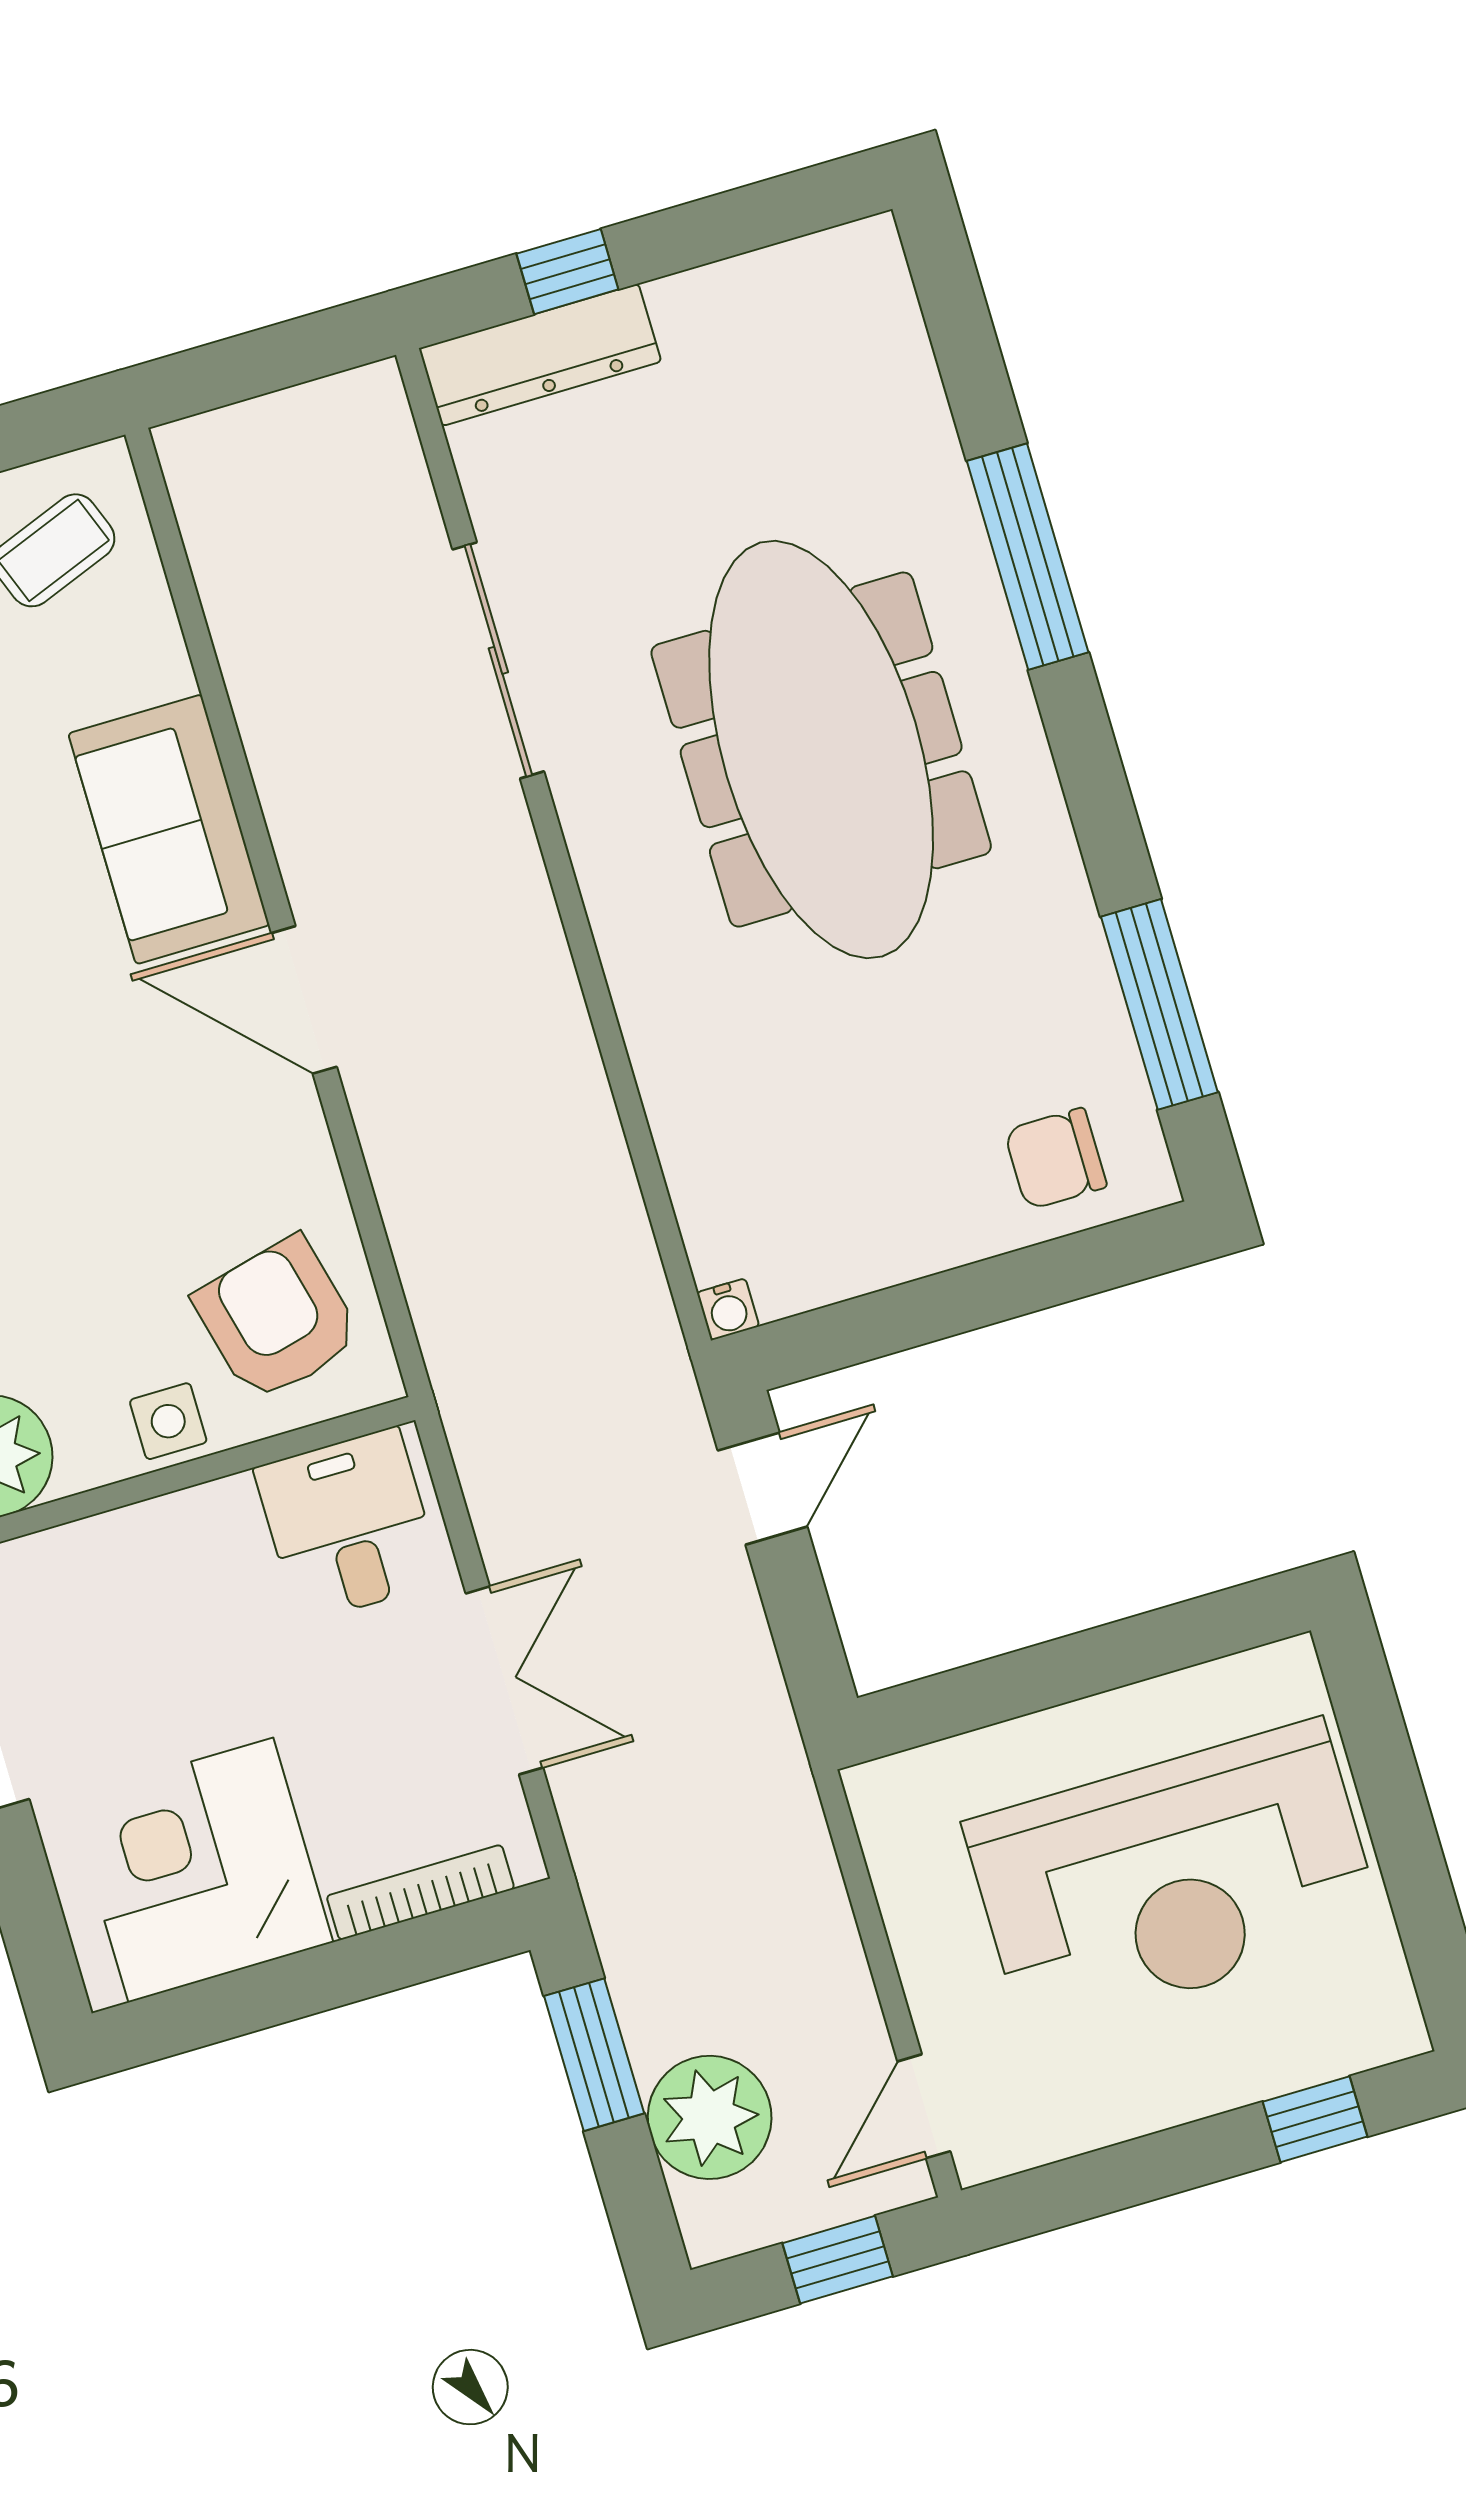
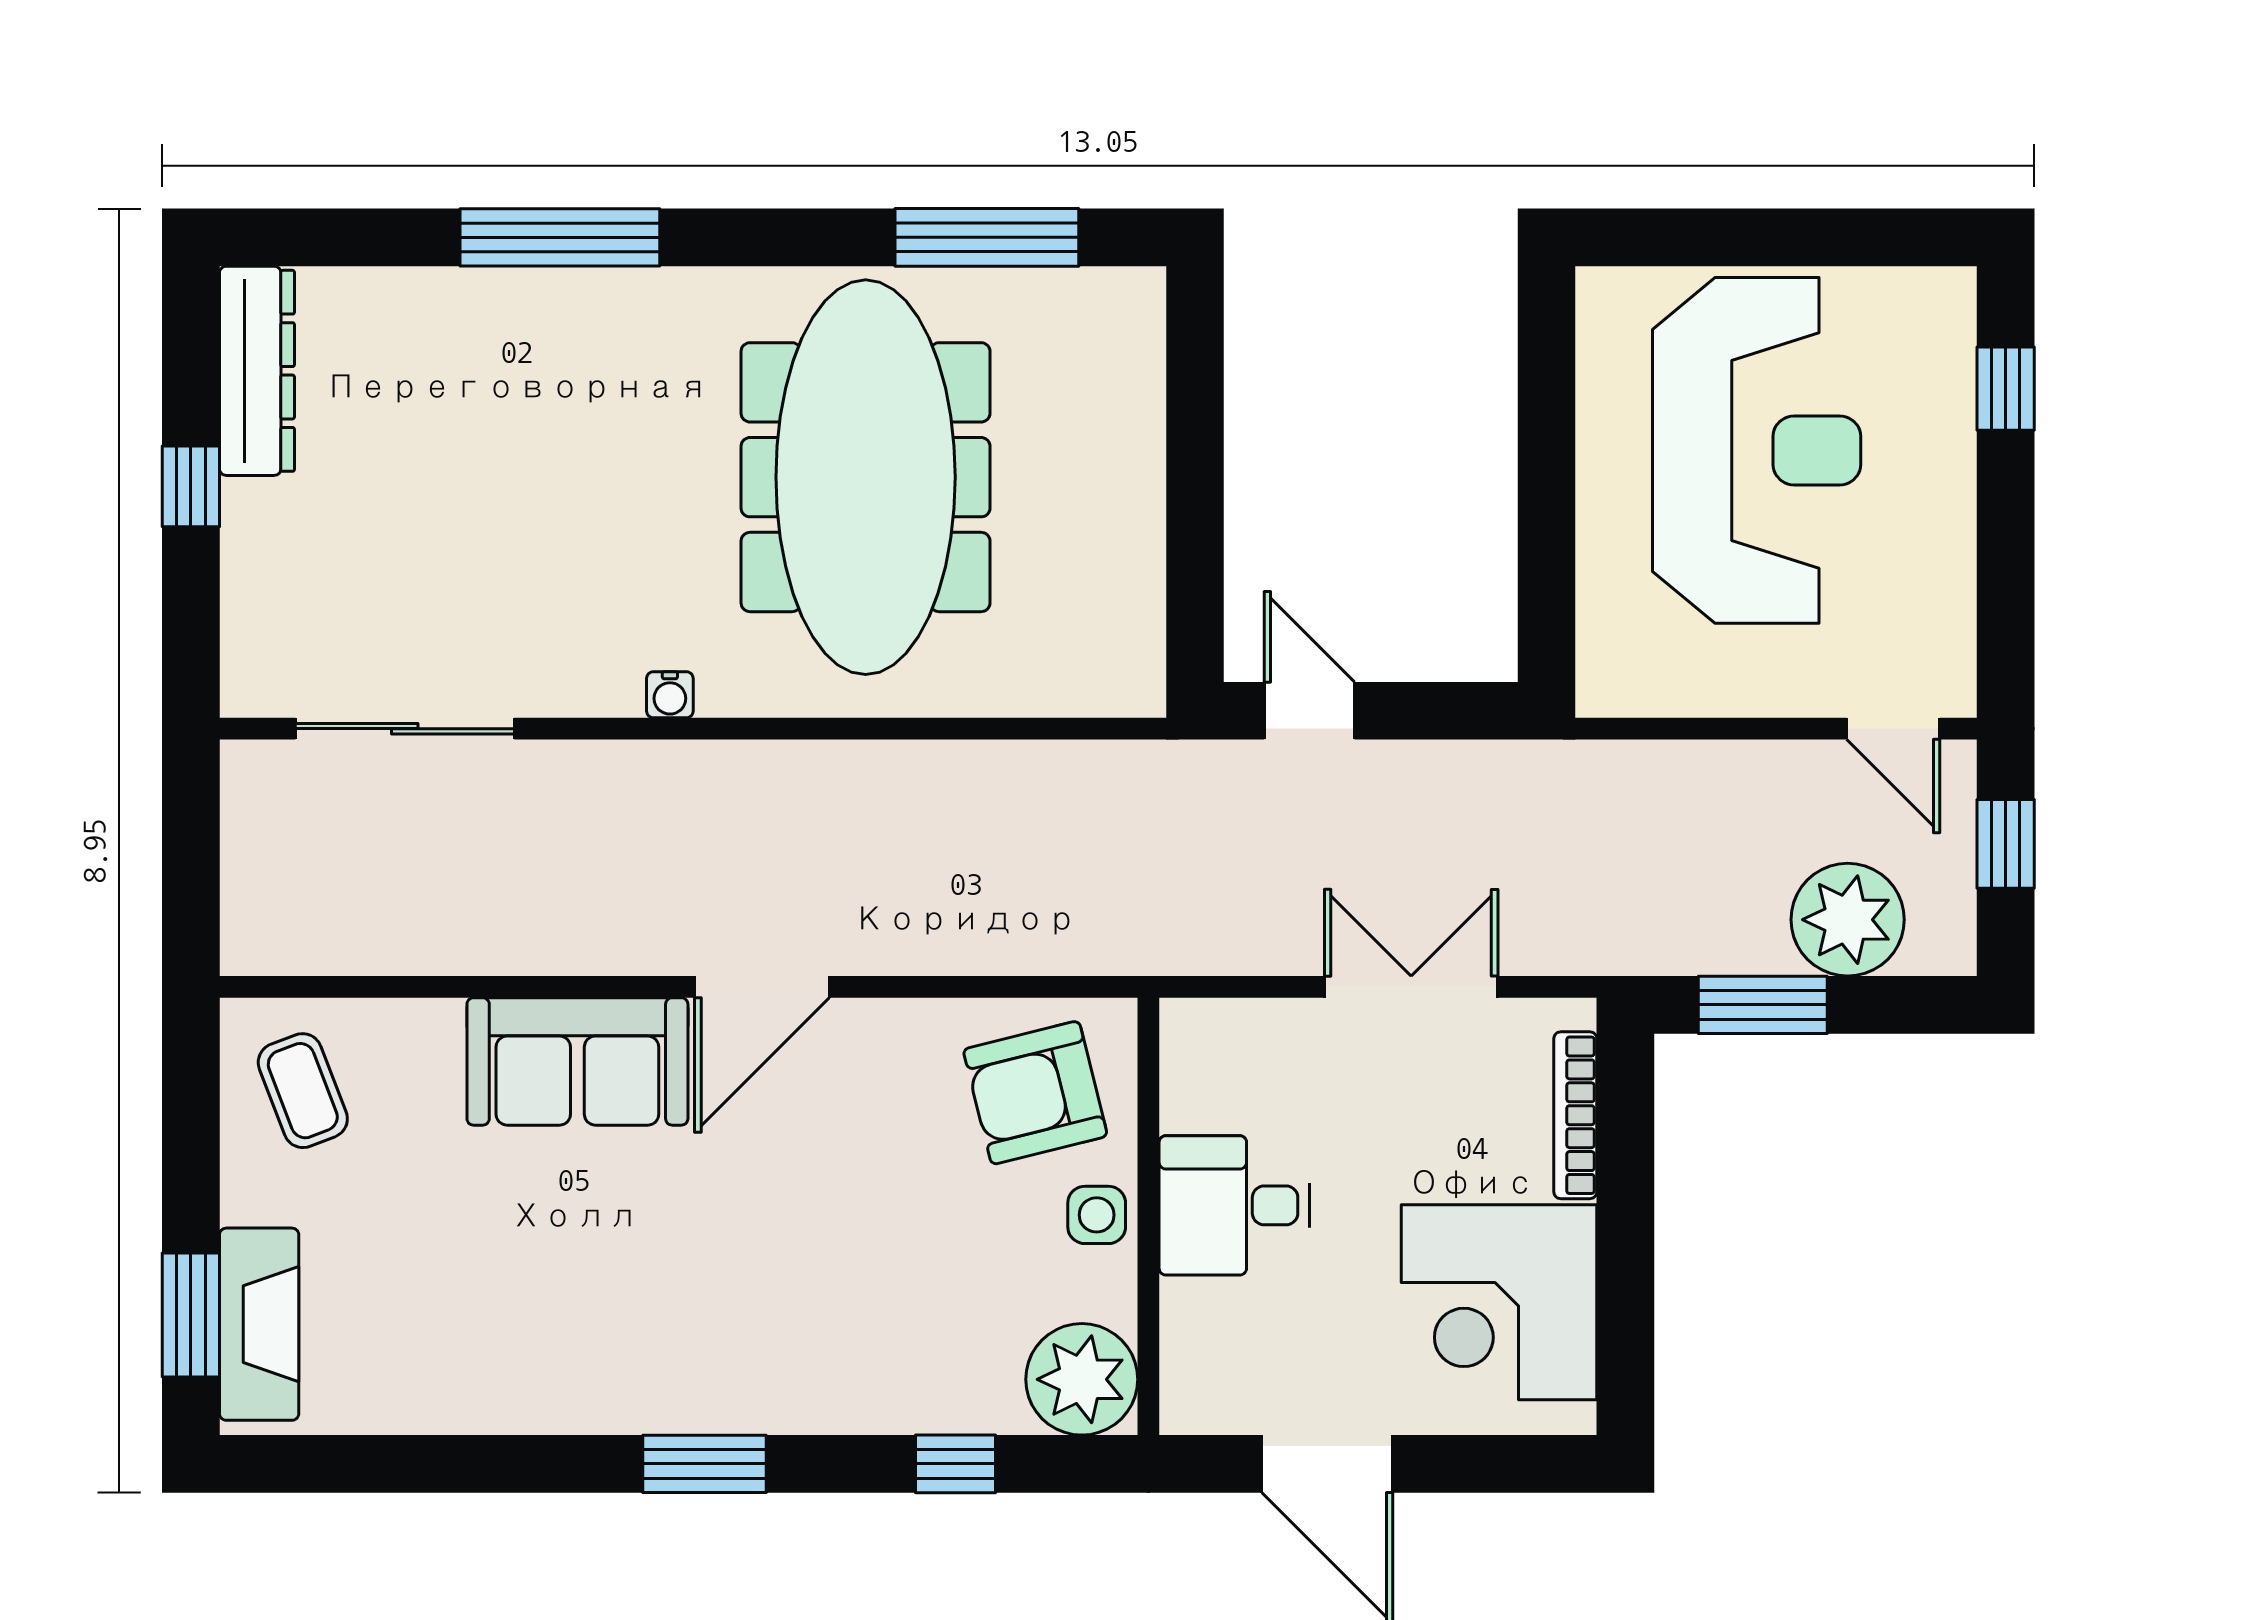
window: (567, 272) -> (191, 486), moved
dresser: (540, 355) -> (257, 371), moved
sliding door: (498, 660) -> (405, 729), moved
meeting table: (821, 750) -> (866, 477), moved, turned 90
chair: (1056, 1159) -> (1095, 368), removed
water cooler: (728, 1309) -> (670, 695), moved, turned 90
desk: (348, 1525) -> (1234, 1205), moved

